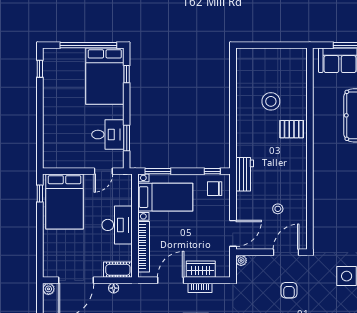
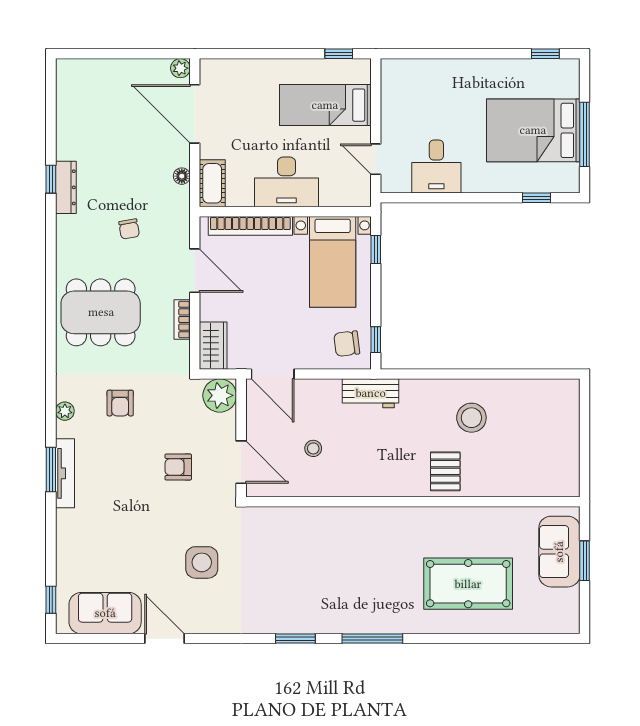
window: (88, 45) -> (585, 134), width x0.68
bed: (105, 76) -> (533, 130), moved
stool: (271, 101) -> (471, 418), moved
window: (127, 138) -> (431, 198), removed
window: (158, 171) -> (376, 249), width x0.67
chair: (215, 189) -> (347, 344), turned -97
bed: (65, 201) -> (325, 105), width x0.67
plant: (241, 260) -> (220, 395), width x1.88, depth x1.88
wardrobe: (201, 269) -> (213, 346), moved

